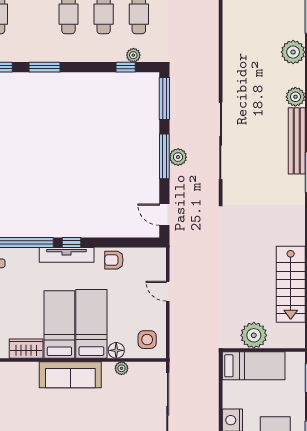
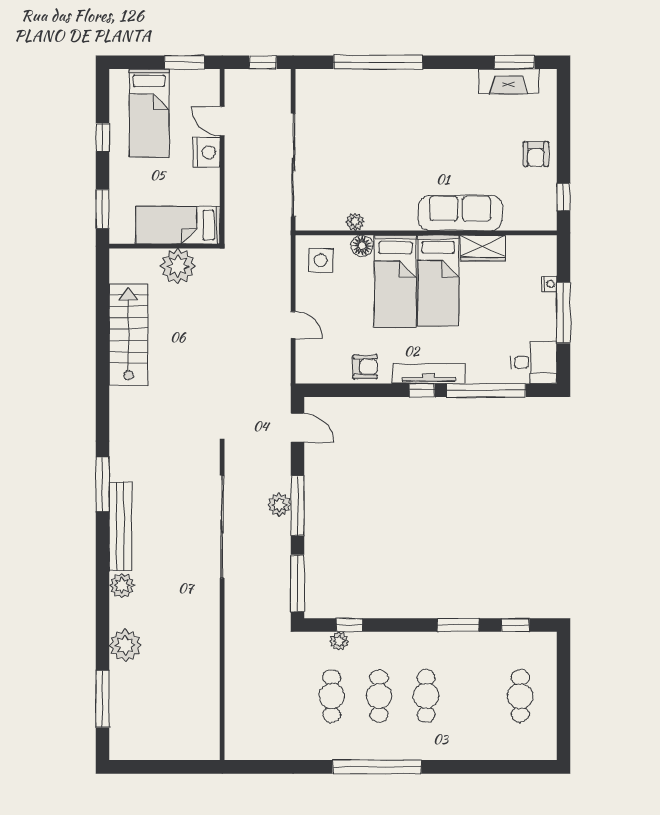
sofa: (70, 375) -> (460, 213), moved

